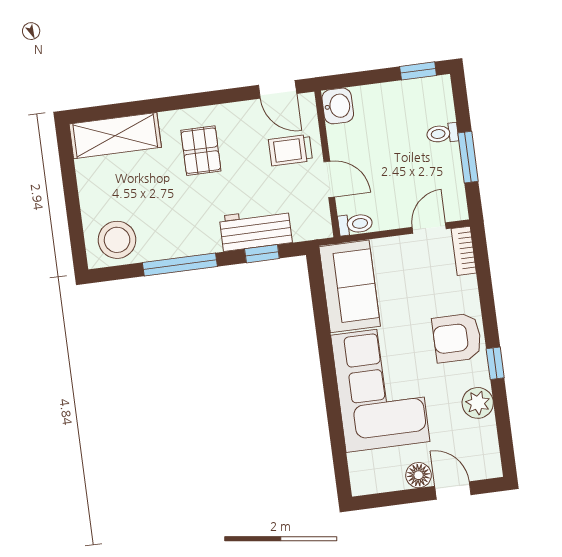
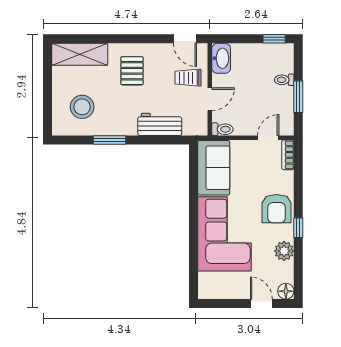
washbasin: (338, 106) -> (221, 58), width x1.38
door: (329, 179) -> (210, 99), hinge flipped
stool: (117, 240) -> (82, 107), moved
window: (262, 254) -> (162, 140), removed
window: (180, 264) -> (110, 140), width x0.69
armchair: (457, 338) -> (277, 209), turned -90
floor lamp: (419, 475) -> (286, 291), moved

